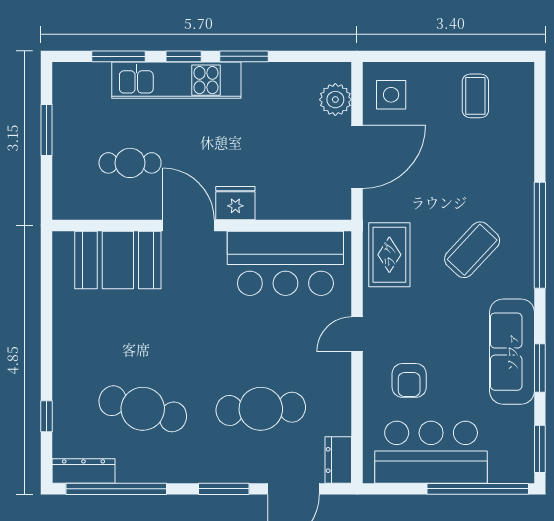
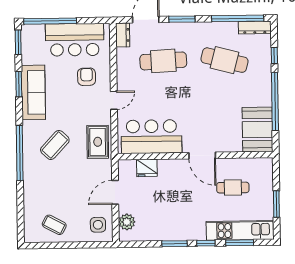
kitchen unit: (176, 80) -> (240, 230), moved
coffee table: (475, 96) -> (54, 225), turned -62
door: (357, 157) -> (115, 192), width x0.73
fridge: (235, 203) -> (147, 168), moved
booth: (118, 260) -> (257, 130), moved, turned 90
window: (47, 328) -> (275, 102), added

